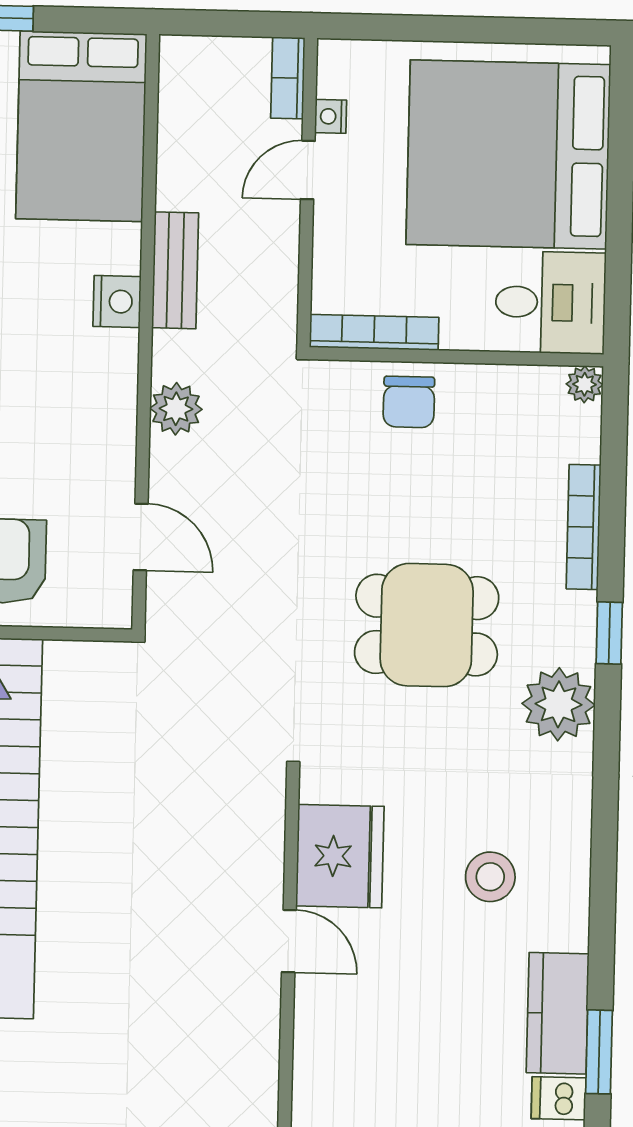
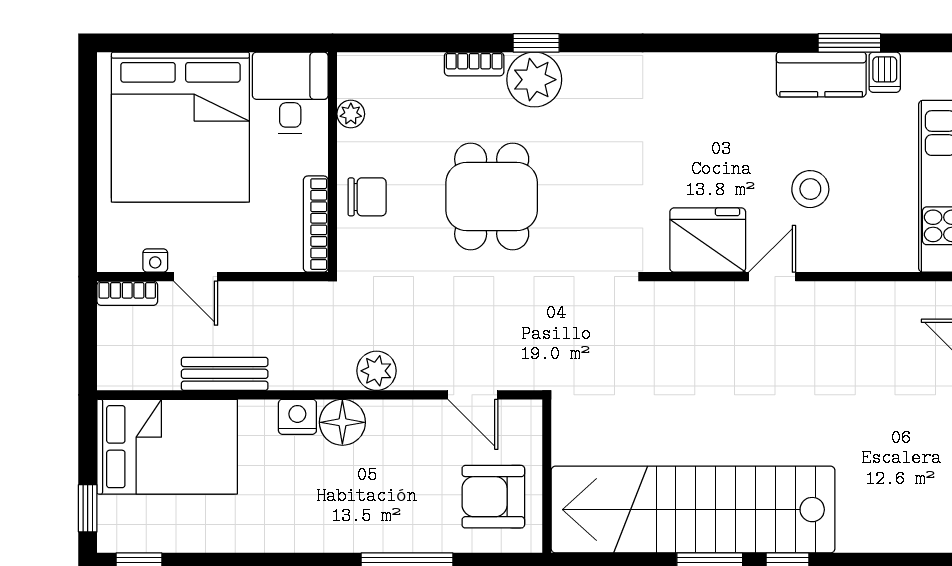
bench: (175, 270) -> (225, 374), moved
floor lamp: (108, 362) -> (342, 422), added
plant: (585, 384) -> (351, 114), moved
bookcase: (584, 527) -> (474, 64), width x0.64
door: (141, 537) -> (473, 395), swing flipped
dining table: (427, 625) -> (492, 196), moved
plant: (559, 704) -> (534, 80), moved
stool: (490, 877) -> (810, 189), moved

